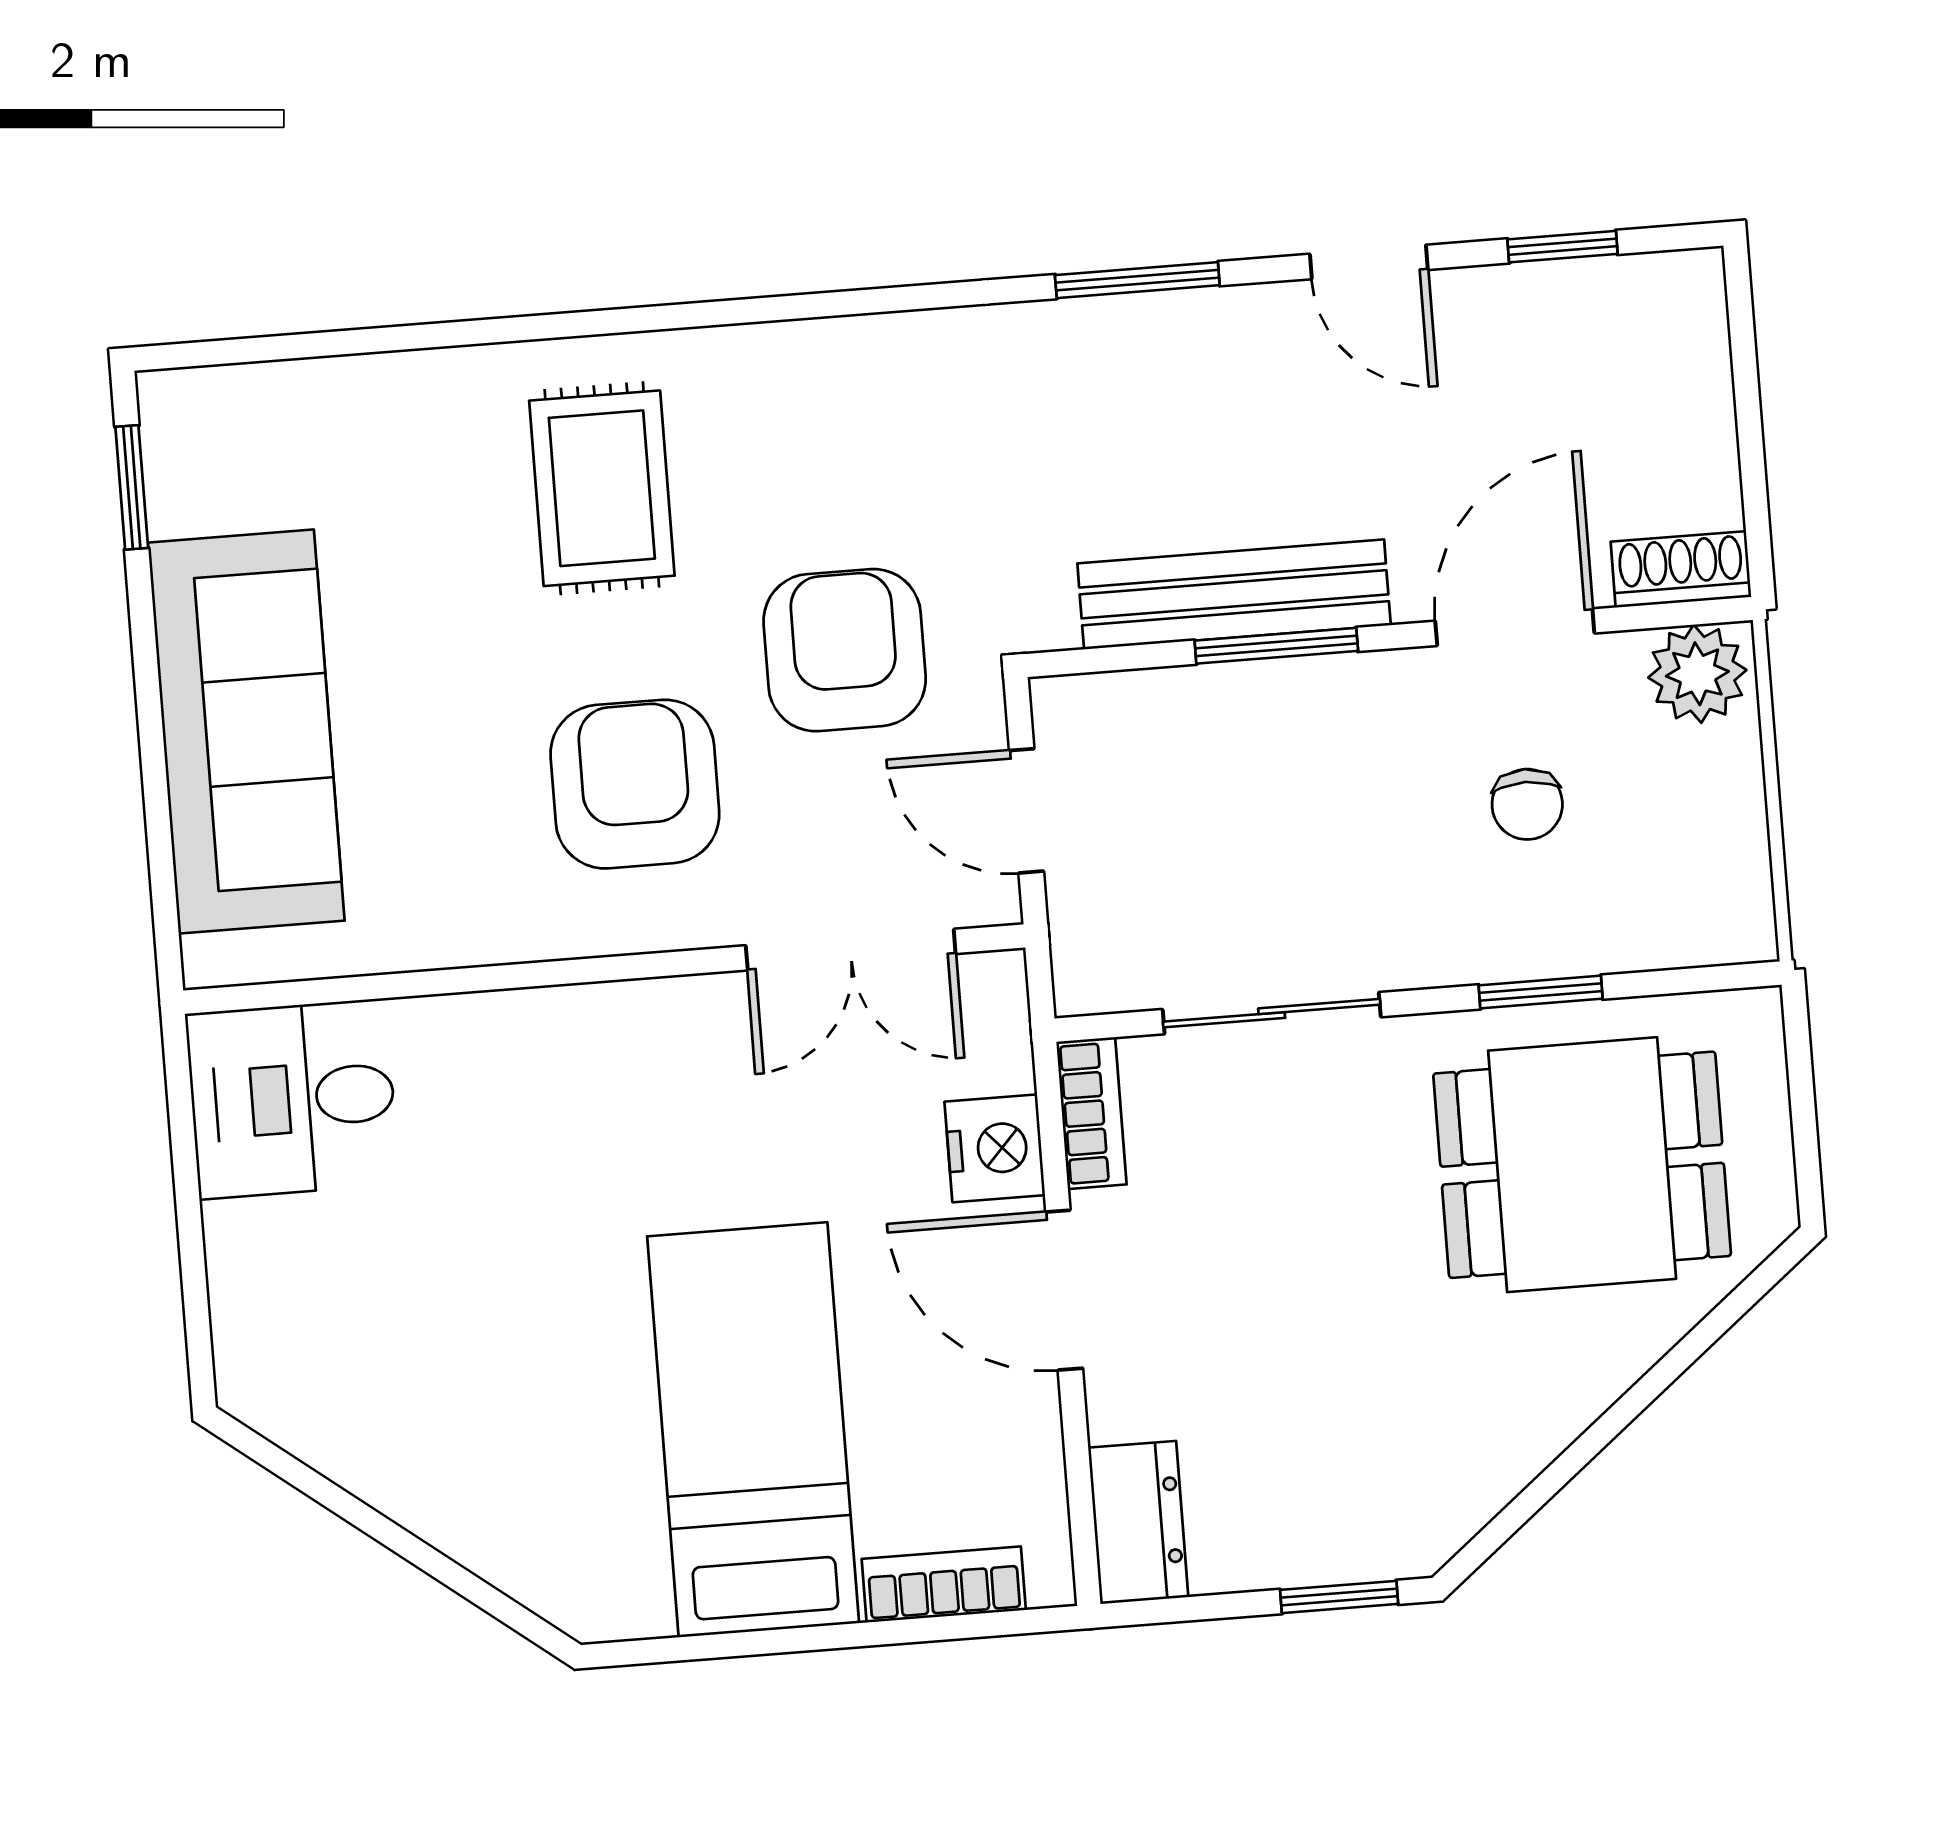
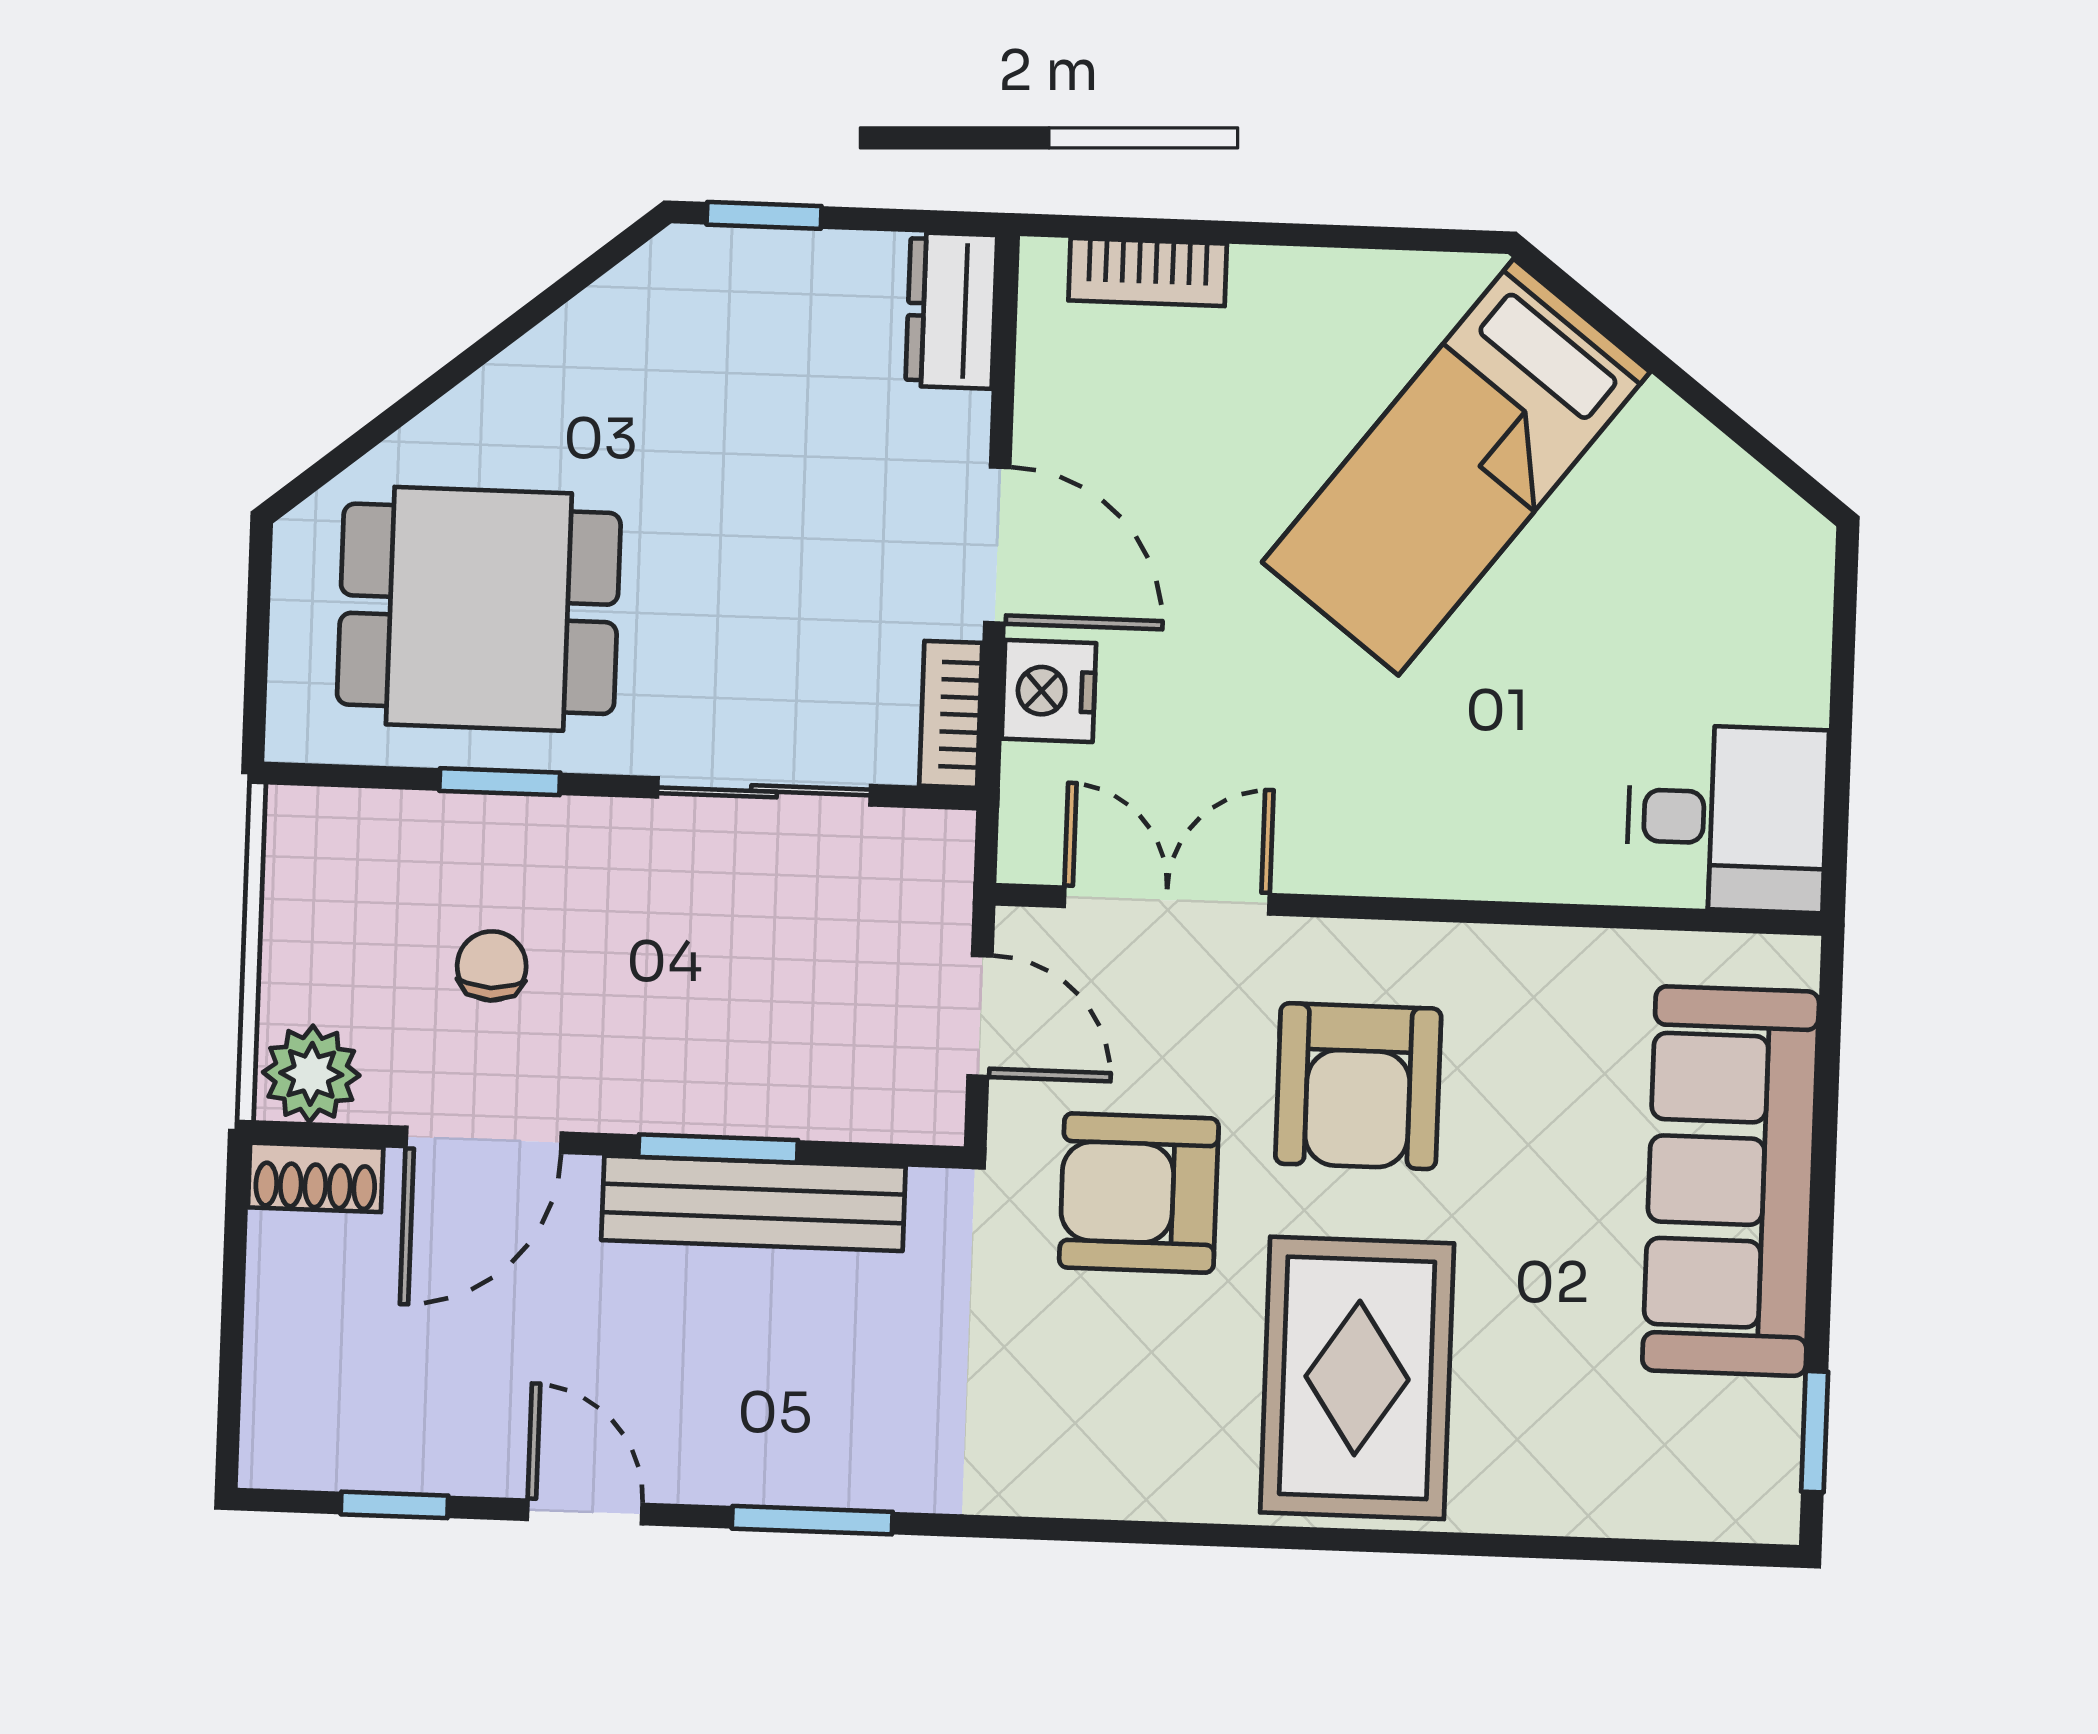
rug: (602, 488) -> (1357, 1378), width x1.36, depth x1.43
armchair: (845, 650) -> (1139, 1193), turned 90
bed: (753, 1430) -> (1456, 467), moved, turned 38

